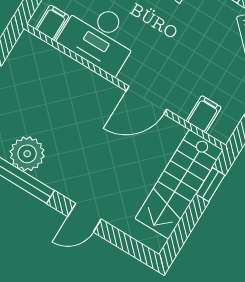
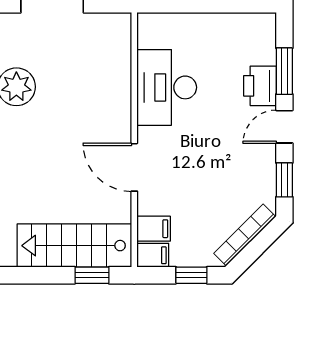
filing cabinet: (52, 23) -> (153, 255), moved

